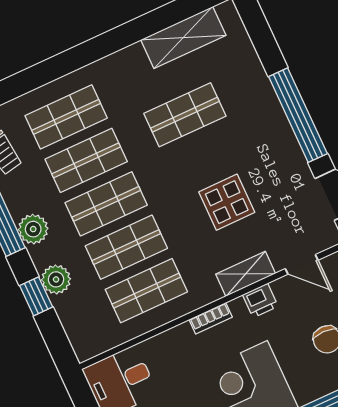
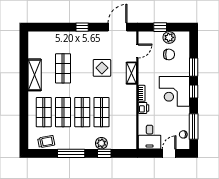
shelving: (183, 38) -> (35, 75), moved
window: (298, 115) -> (82, 27), width x0.32
plant: (33, 229) -> (79, 143), removed
shop shelf: (146, 291) -> (121, 112), removed
printer: (260, 300) -> (144, 108), moved

